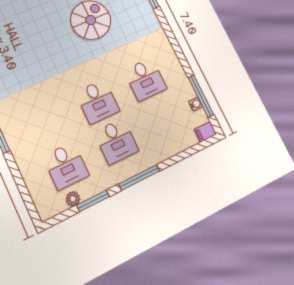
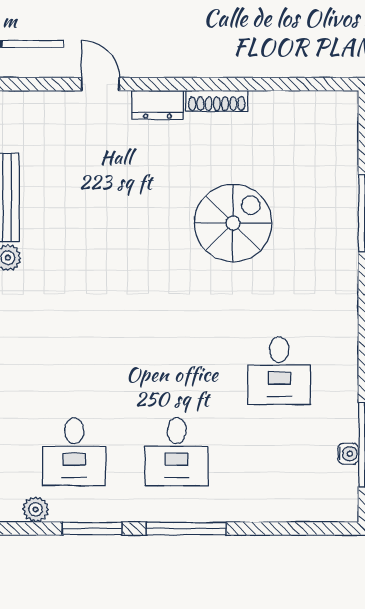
desk: (97, 101) -> (177, 371), removed
filing cabinet: (205, 132) -> (341, 509), removed
plant: (73, 199) -> (36, 509), moved

